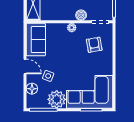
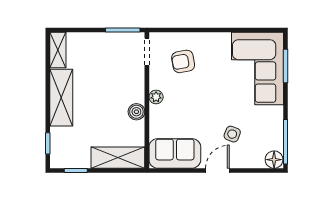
boiler: (81, 15) -> (136, 112), moved
floor lamp: (32, 89) -> (274, 160), moved
plant: (57, 99) -> (269, 121), removed

